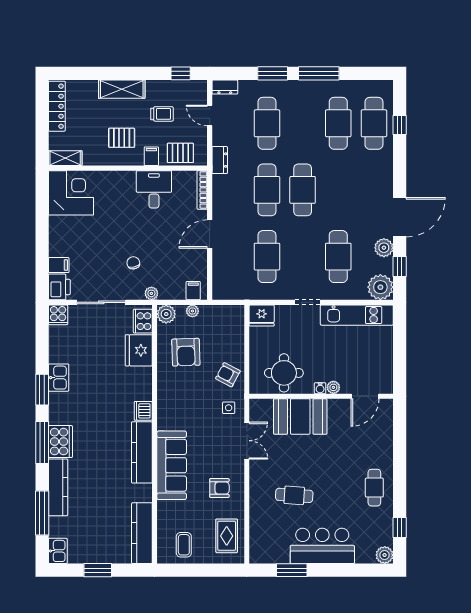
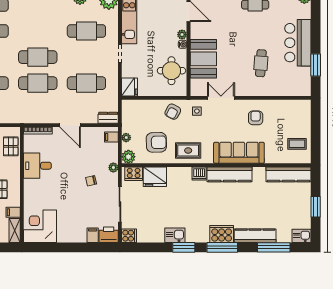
filing cabinet: (151, 156) -> (13, 212), moved
dresser: (220, 160) -> (108, 118), moved
rug: (227, 536) -> (188, 151), moved

